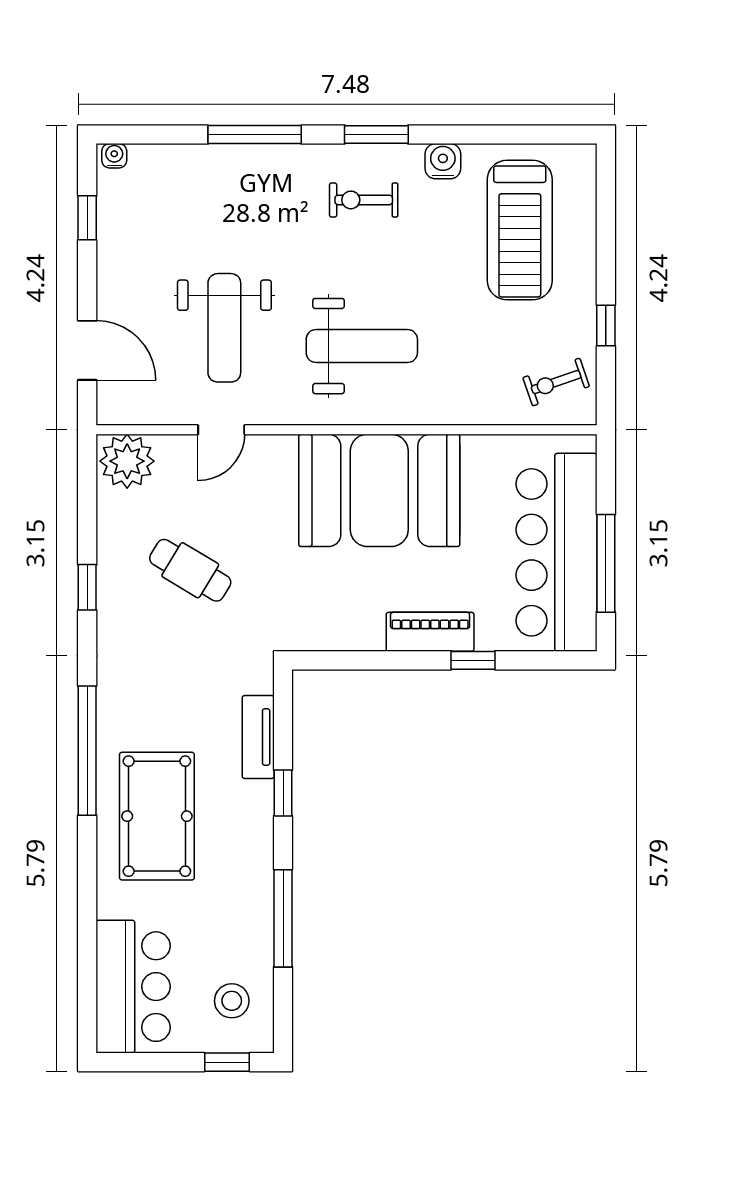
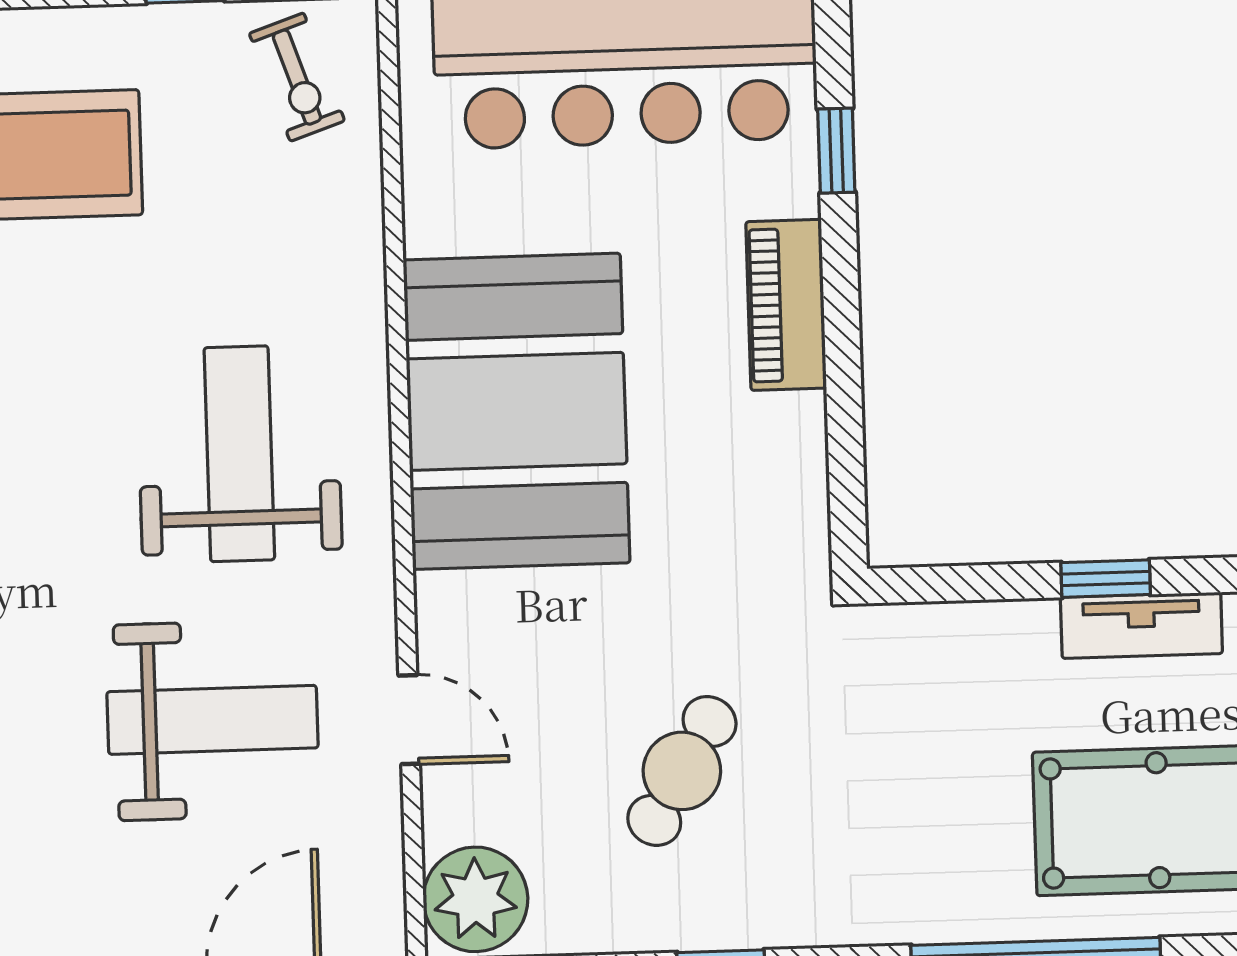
window: (473, 660) -> (836, 151), moved
tv unit: (258, 737) -> (1141, 625), moved

